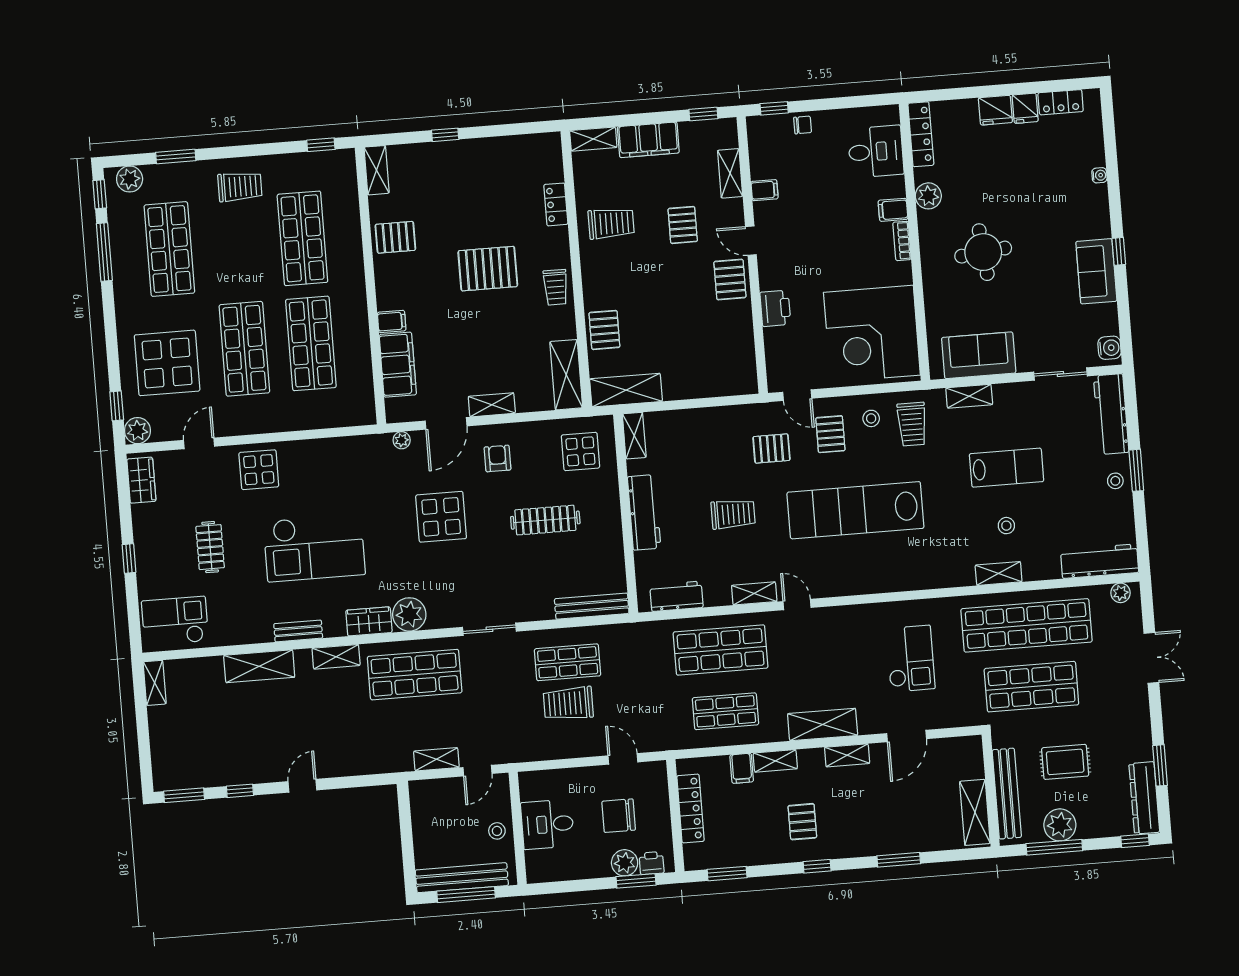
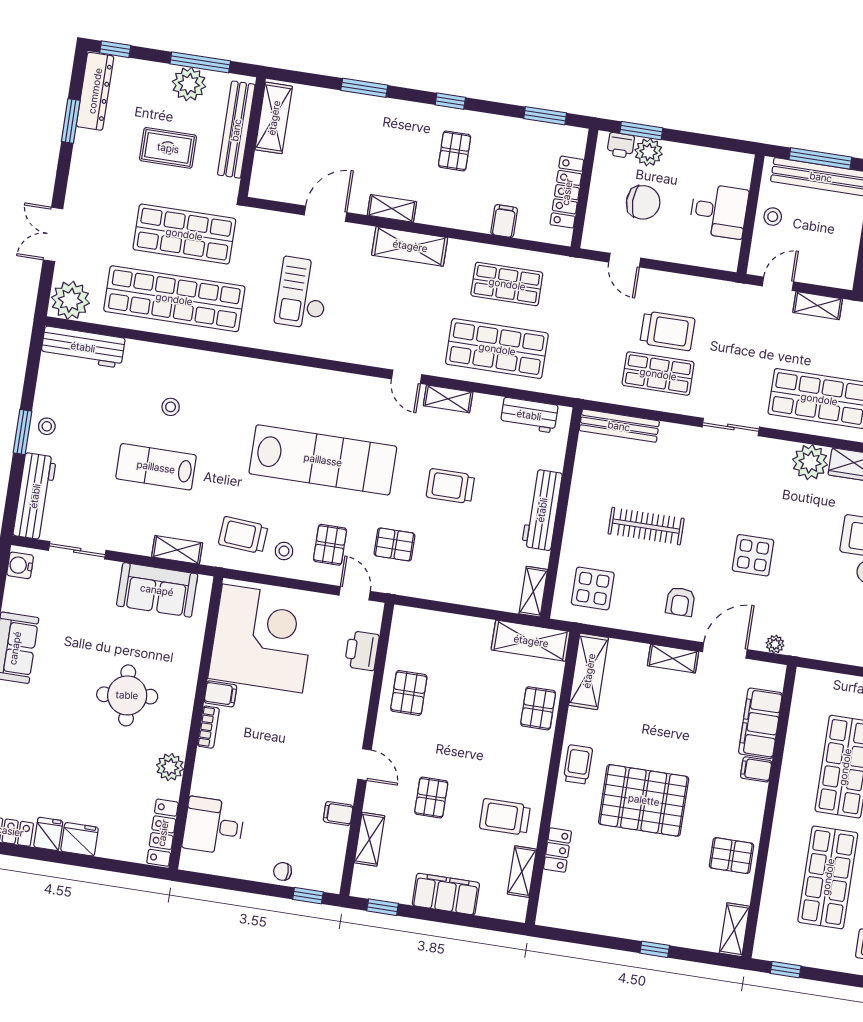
shelving: (593, 139) -> (522, 872), moved, turned 90
filing cabinet: (893, 210) -> (220, 694), moved
pallet: (488, 269) -> (644, 800), width x1.37, depth x1.41
pallet: (730, 280) -> (409, 693), moved
printer: (775, 308) -> (362, 651), moved
trolley: (912, 424) -> (243, 535), turned -86
display table: (441, 517) -> (753, 555), width x0.73, depth x0.73
shelving: (999, 573) -> (190, 359), removed
plant: (1121, 593) -> (70, 300), width x1.88, depth x1.88
shelving: (775, 761) -> (468, 220), removed

